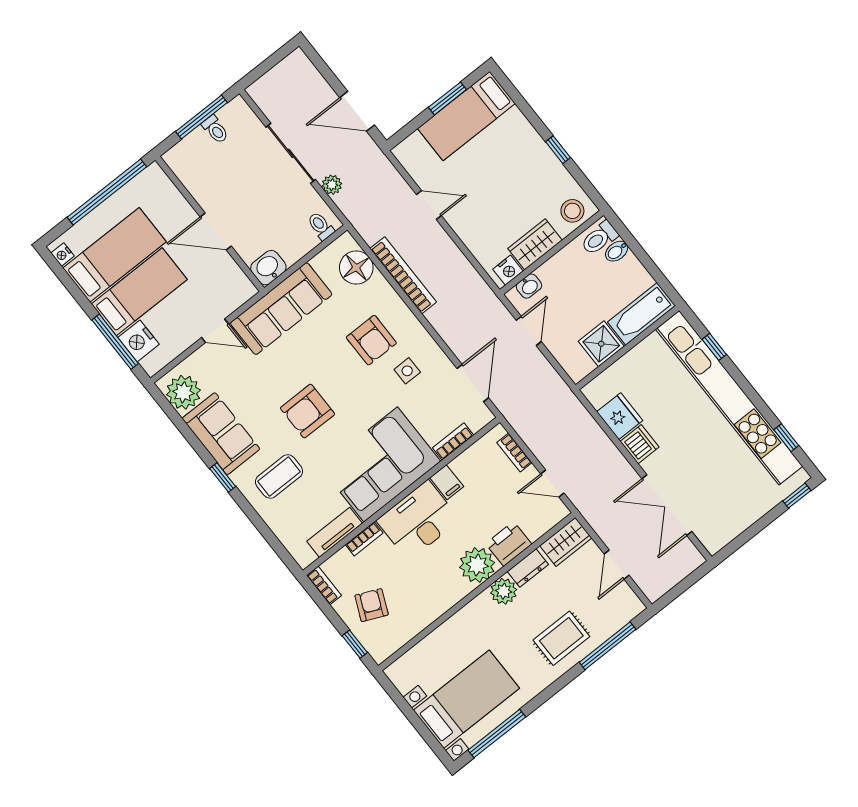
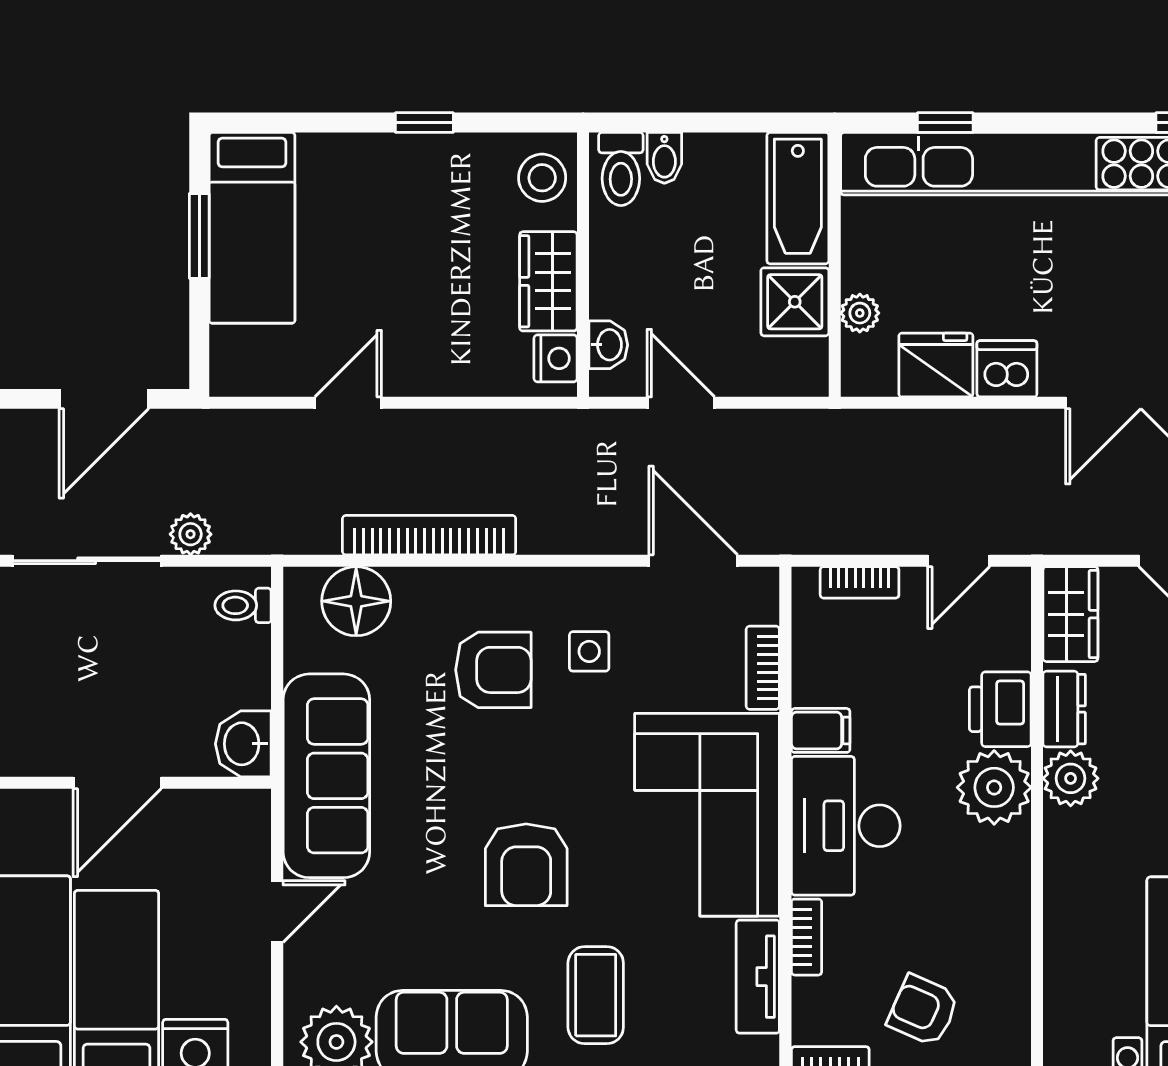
plant: (617, 372) -> (860, 313), added

